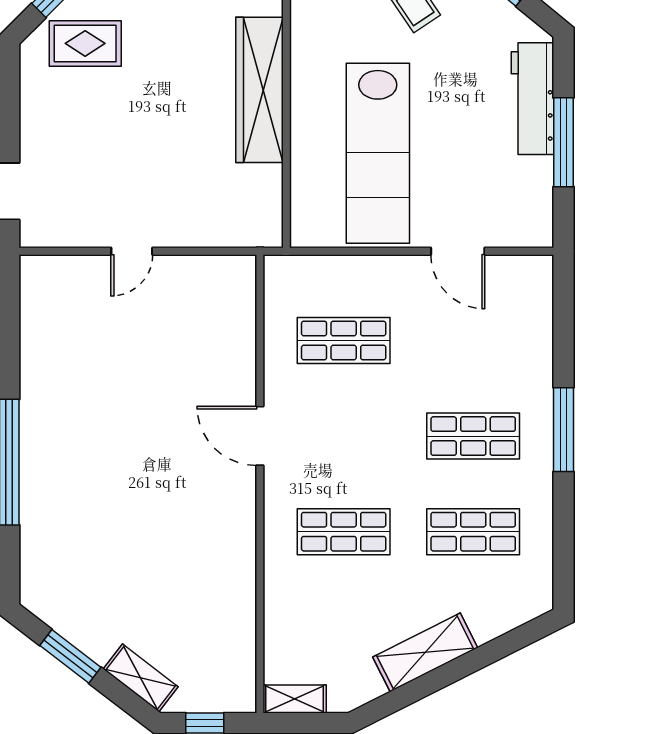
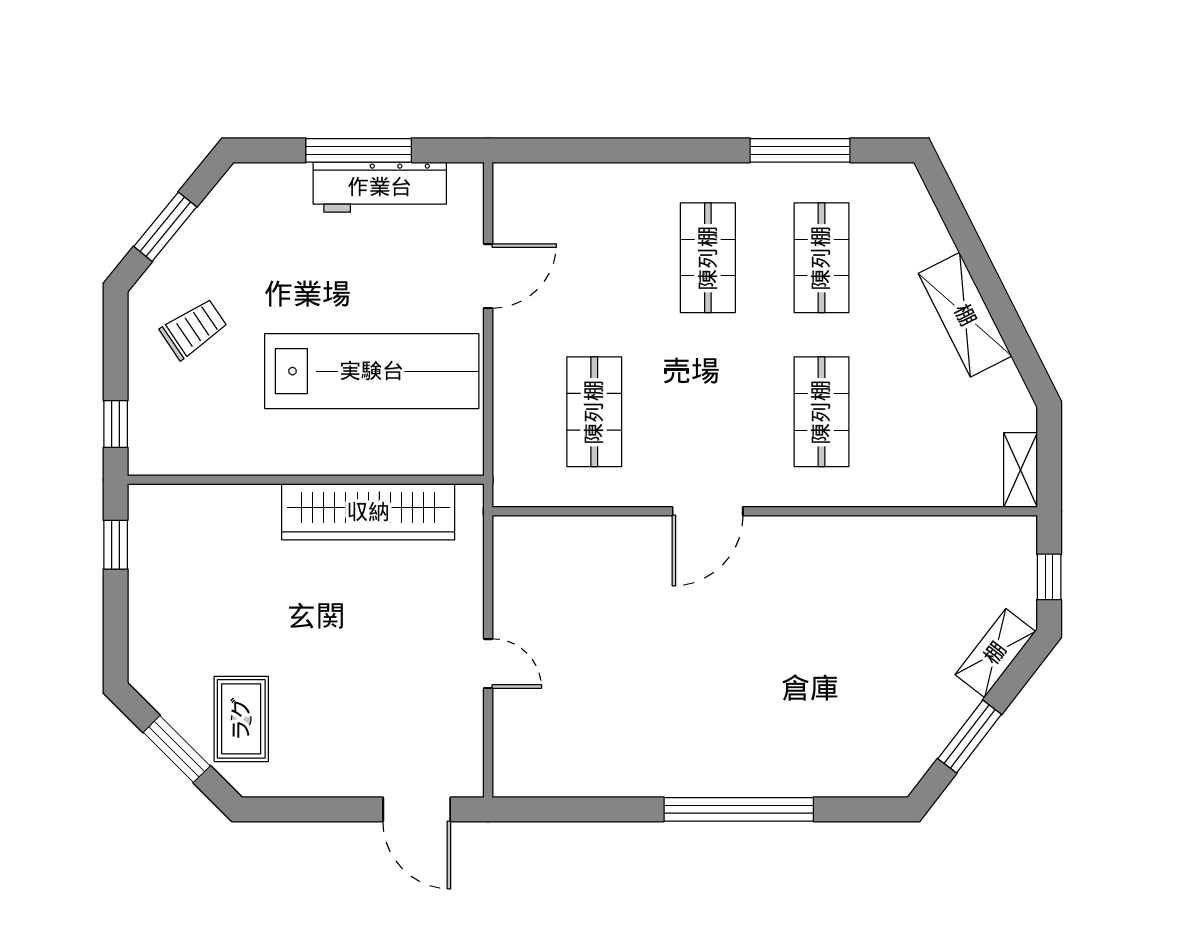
wardrobe: (259, 90) -> (368, 512), moved
workbench: (533, 99) -> (380, 187), moved
window: (563, 430) -> (800, 150), moved

